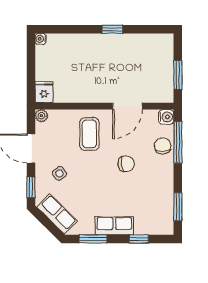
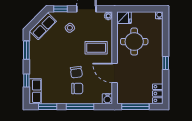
locker: (158, 41) -> (158, 94), added
window: (178, 75) -> (135, 107), width x1.44
round table: (80, 77) -> (134, 42), added
window: (178, 142) -> (80, 107), moved
chair: (163, 146) -> (77, 88), moved
row of seats: (114, 226) -> (35, 91), moved

